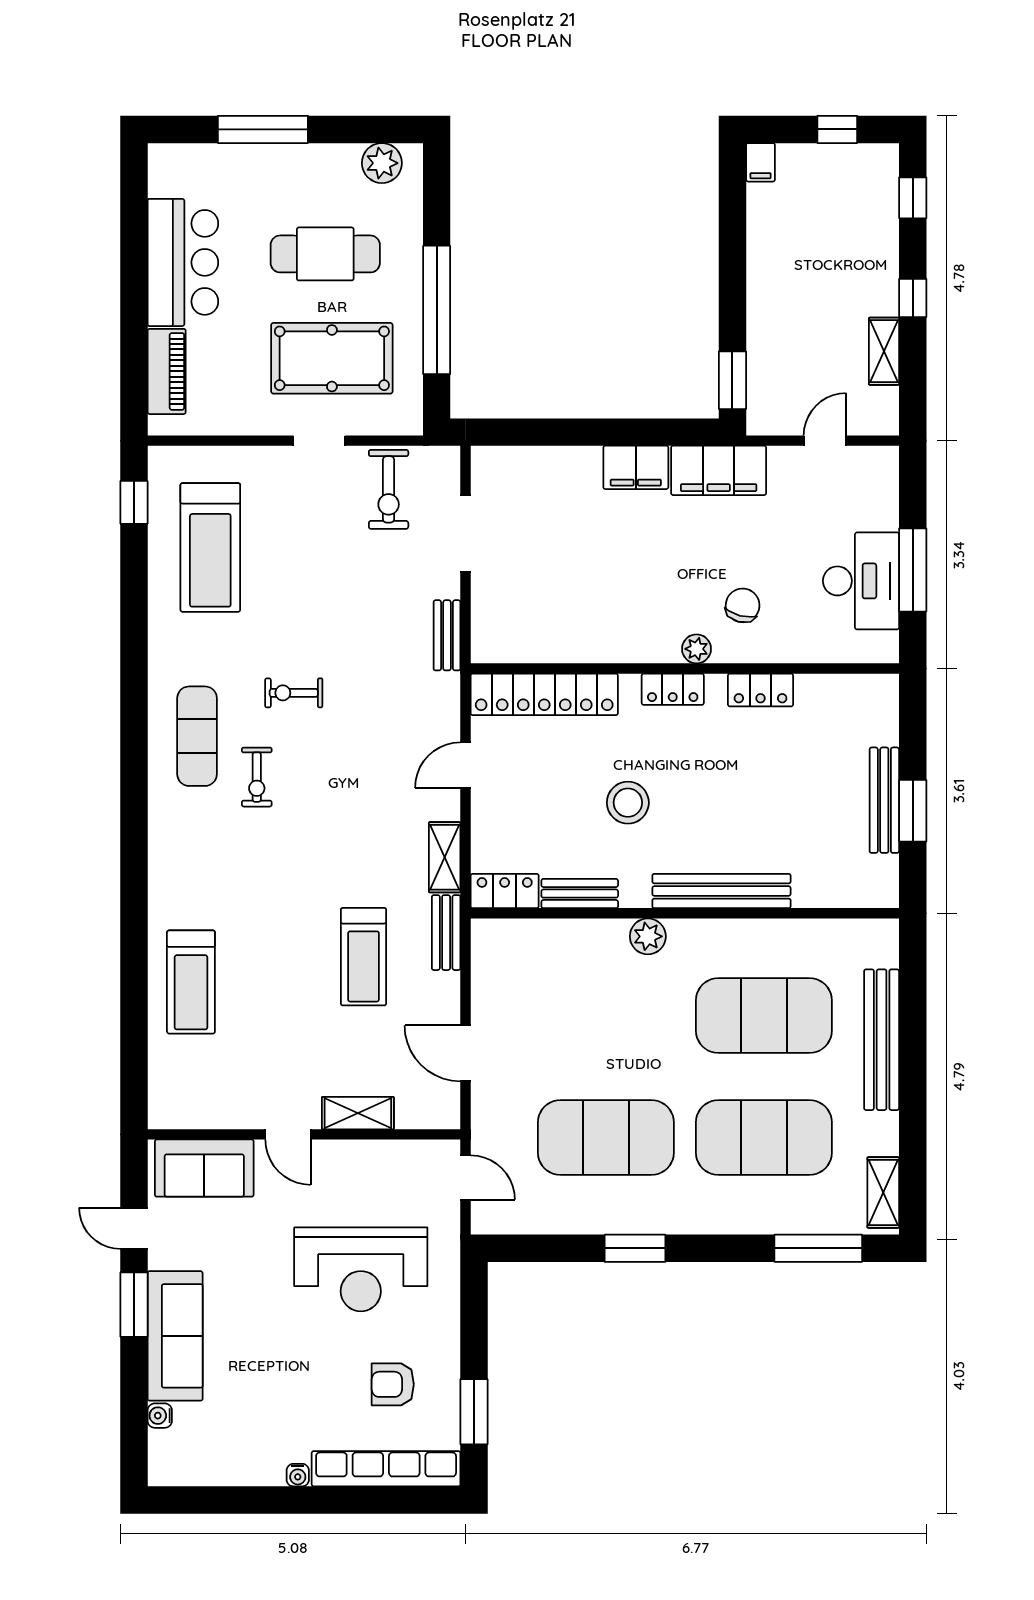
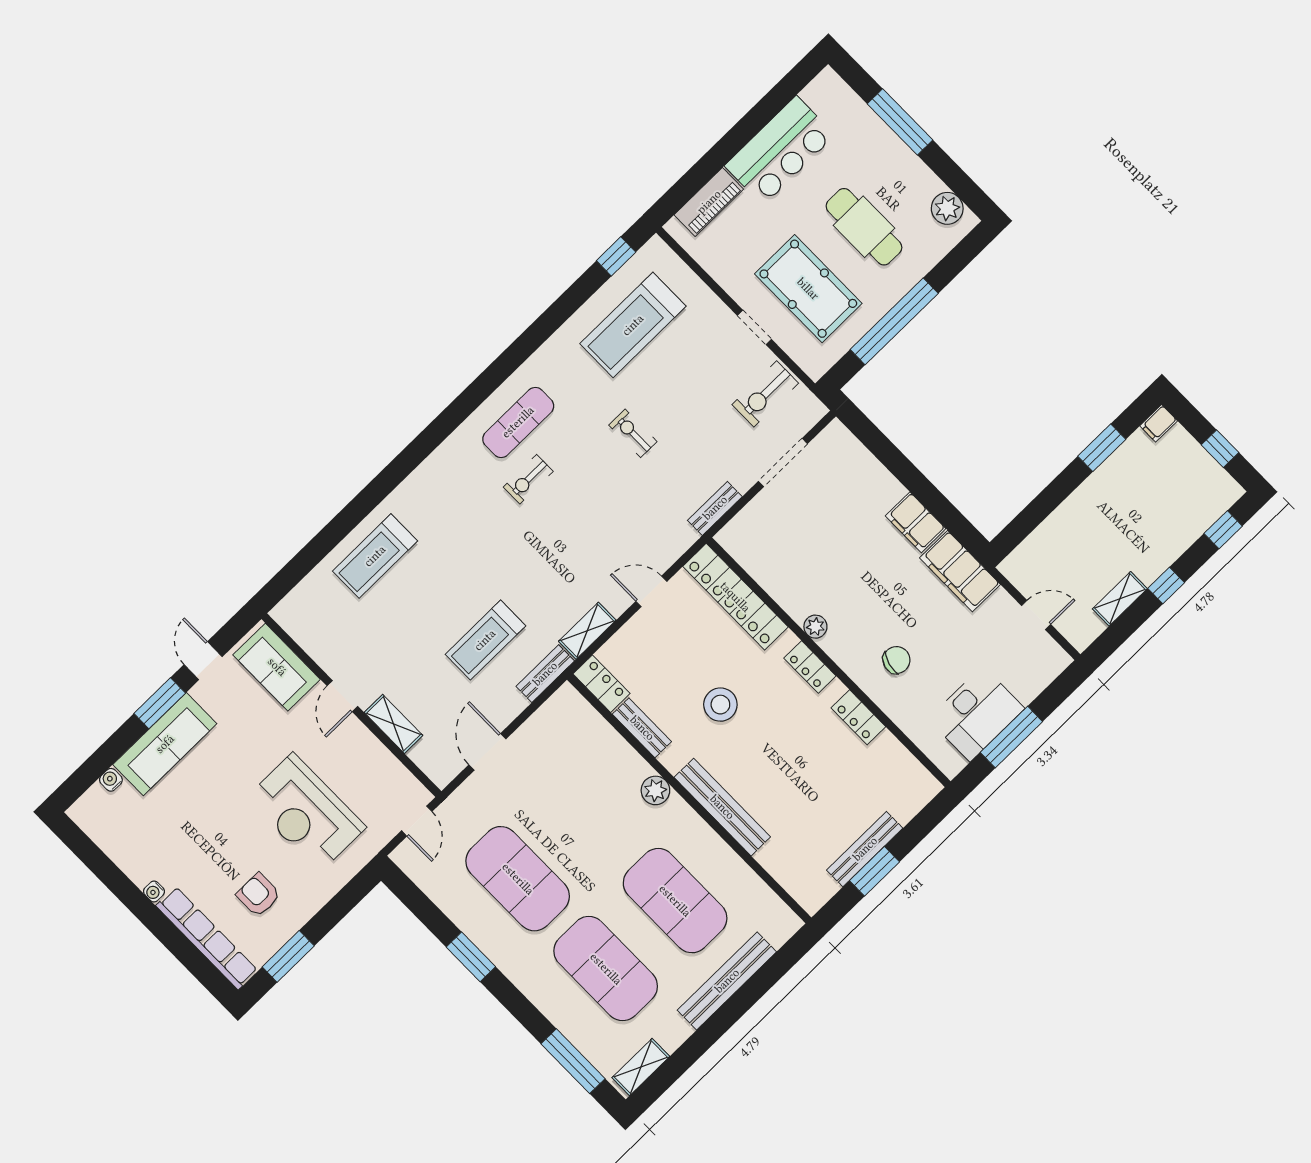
window: (732, 380) -> (1102, 448), moved
plant: (697, 649) -> (815, 627), moved
exercise bike: (294, 693) -> (633, 433), moved

